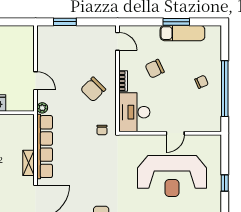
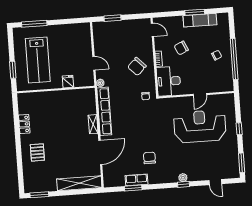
reception desk: (172, 176) -> (200, 126), turned 180

